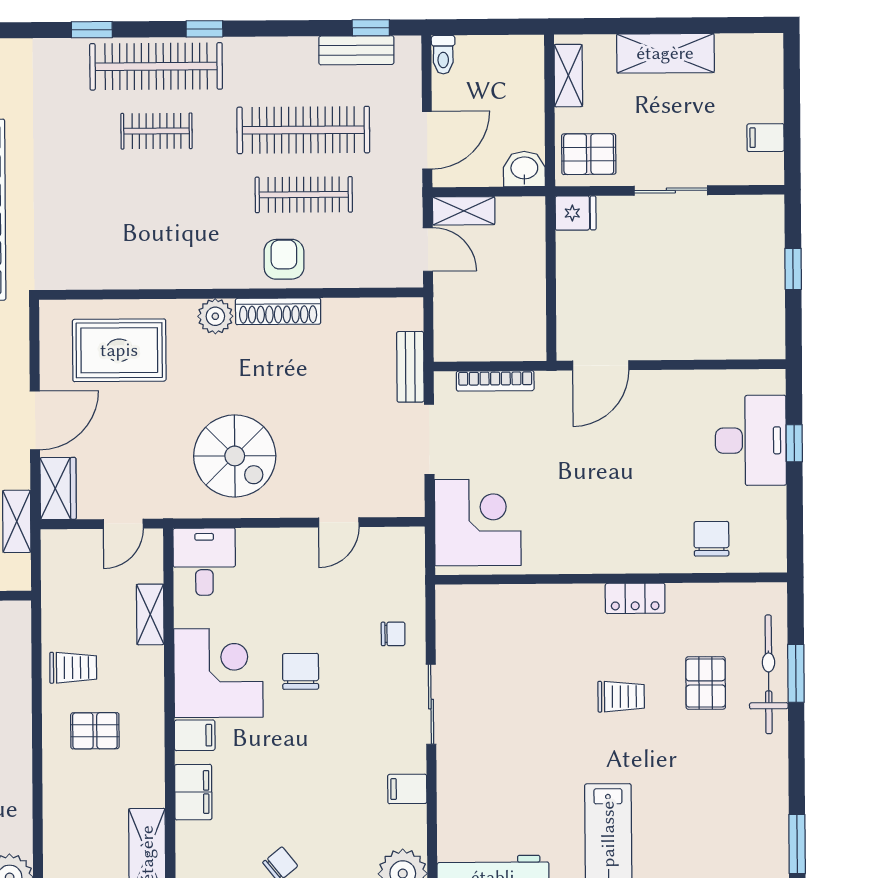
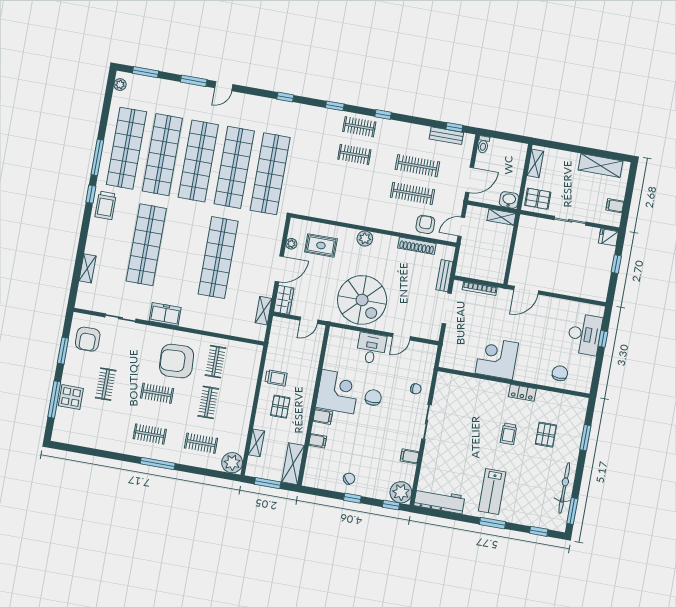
shelving: (665, 53) -> (601, 165), moved
clothes rail: (156, 66) -> (359, 127), width x0.54, depth x0.76
clothes rail: (303, 130) -> (417, 166), width x0.73, depth x0.76
shelving: (464, 211) -> (501, 217), moved
fridge: (576, 213) -> (608, 237), moved, turned 180
door: (428, 249) -> (461, 227), swing flipped
armchair: (284, 259) -> (425, 224), moved
shoe rack: (278, 311) -> (417, 246), moved
rug: (119, 350) -> (321, 245), width x0.73, depth x0.70
plant: (52, 359) -> (291, 244), added
spiral stairs: (235, 456) -> (362, 300), width x1.37, depth x1.37
corner desk: (478, 522) -> (497, 358), moved, turned -90
desk: (204, 562) -> (371, 348), moved
shelving: (150, 614) -> (256, 443), moved
bicycle: (769, 674) -> (564, 488), moved
trolley: (621, 697) -> (509, 434), turned 90
pallet: (95, 731) -> (280, 407), turned 90
filing cabinet: (193, 792) -> (318, 441), width x0.50

